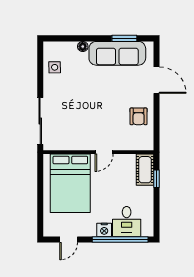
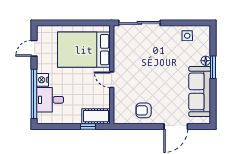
window: (124, 38) -> (213, 67), moved
door: (69, 239) -> (34, 48), hinge flipped

